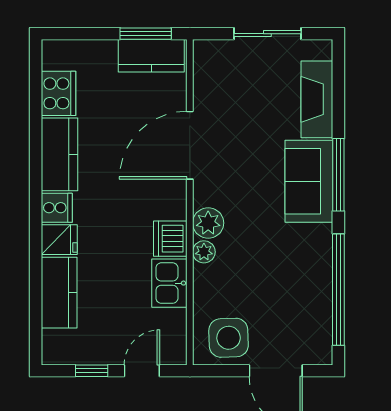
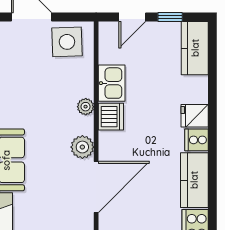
plant: (208, 223) -> (82, 147), moved
kitchen counter: (59, 293) -> (195, 48), moved

